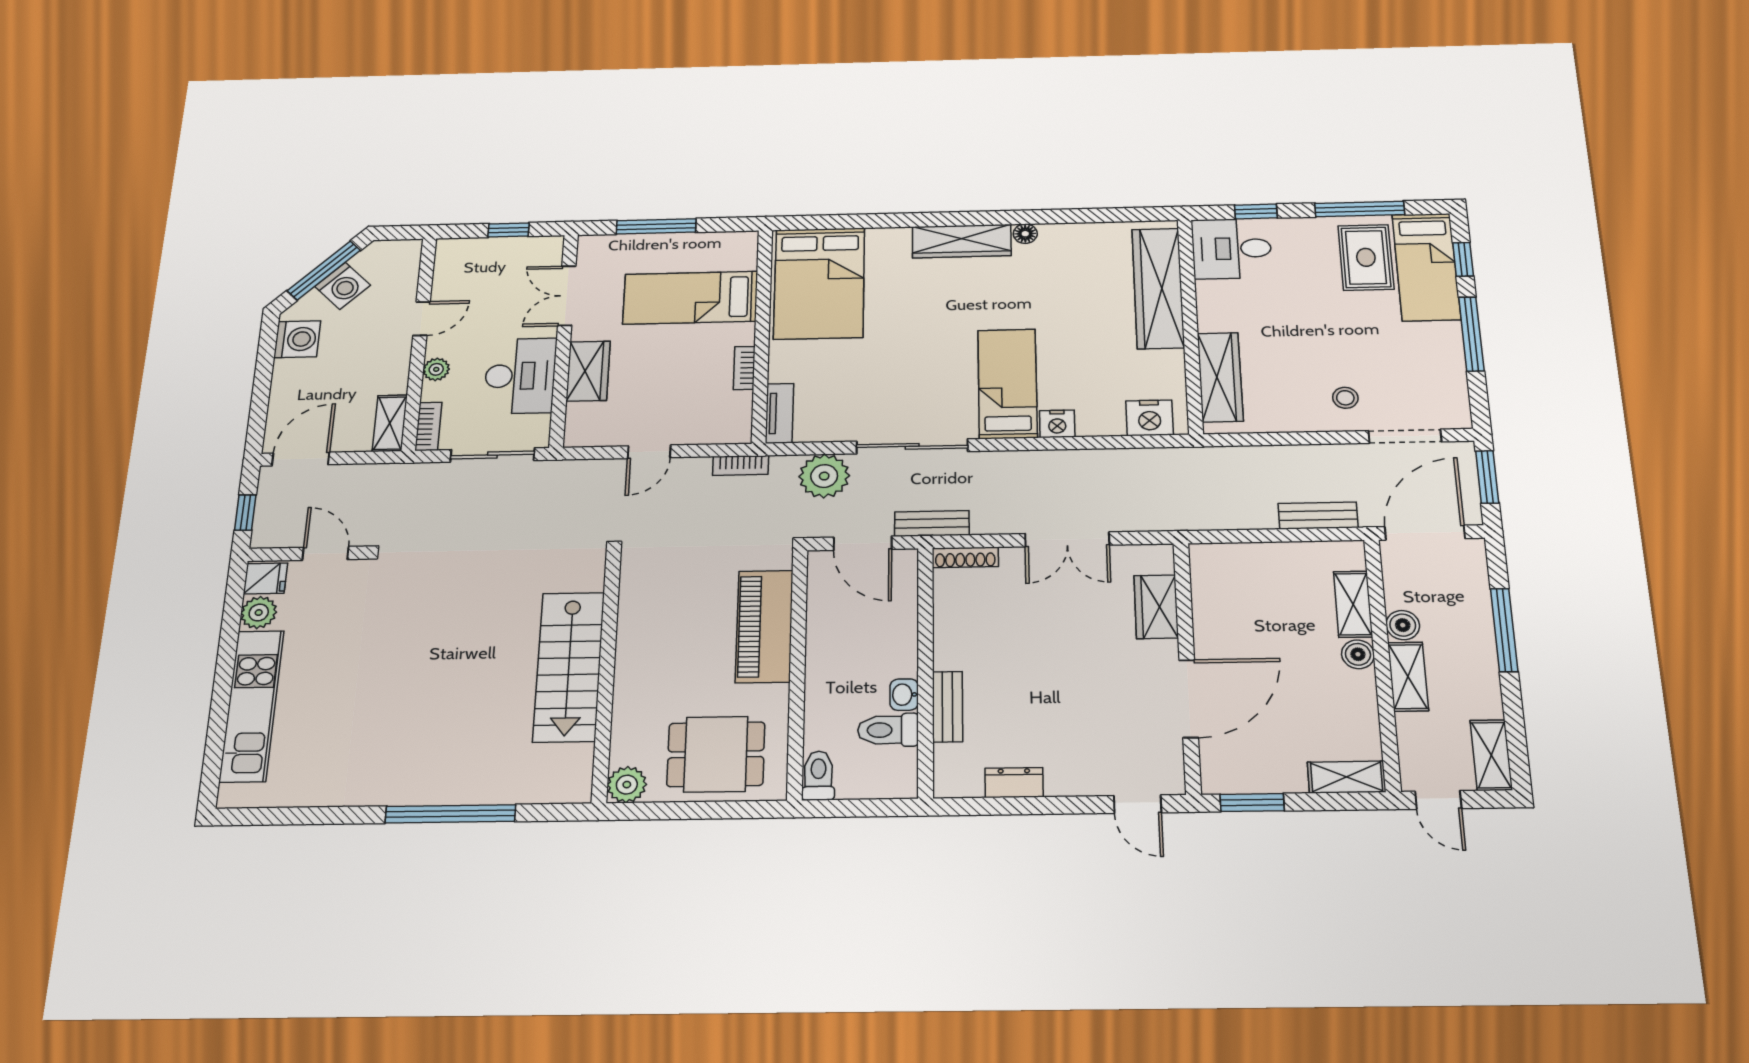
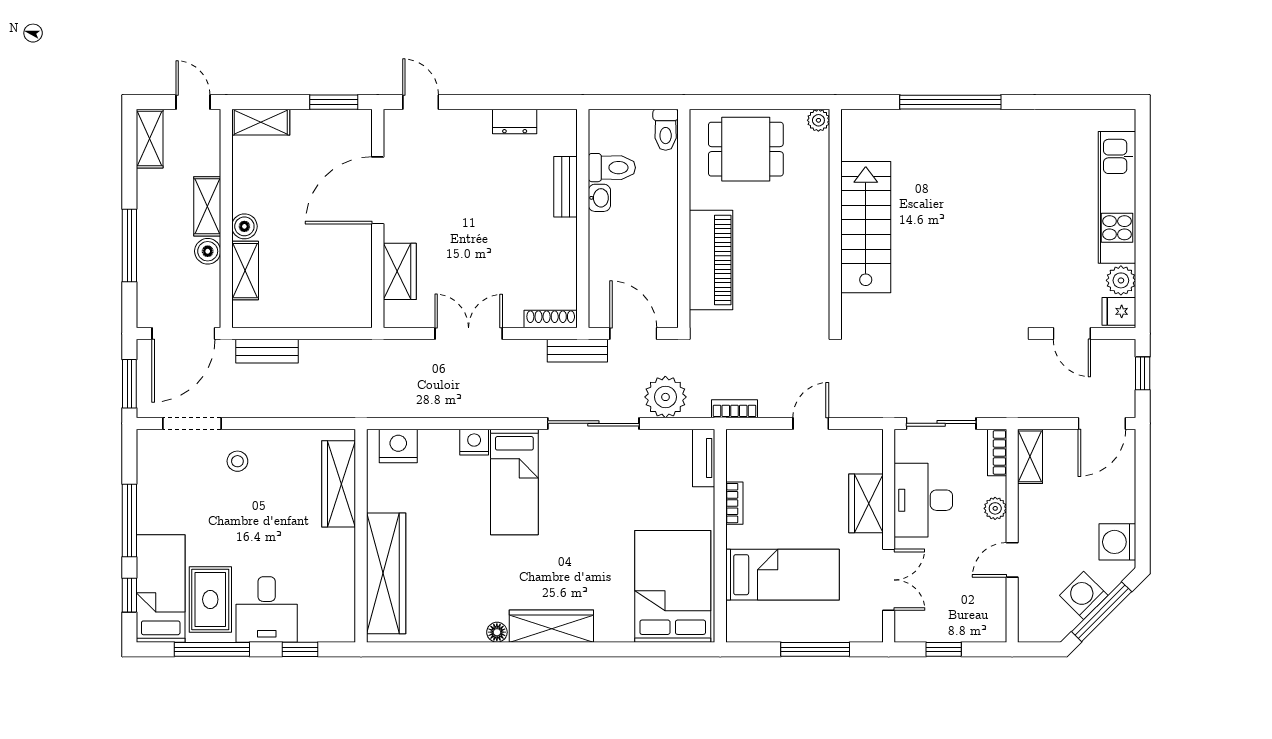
desk: (1232, 248) -> (267, 609), moved, turned 90
plant: (627, 785) -> (818, 120), width x0.73, depth x0.73

